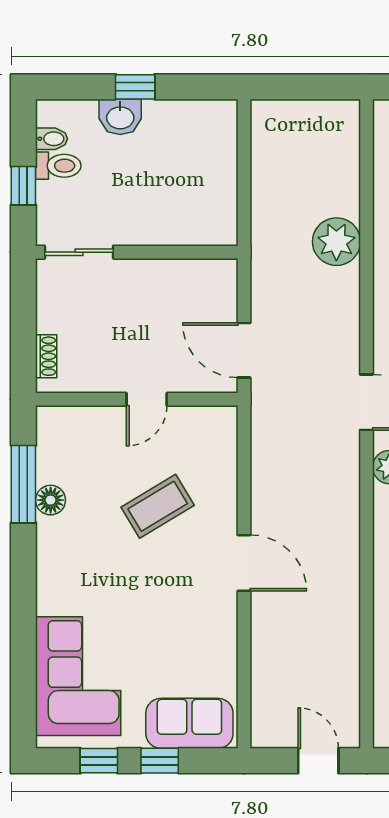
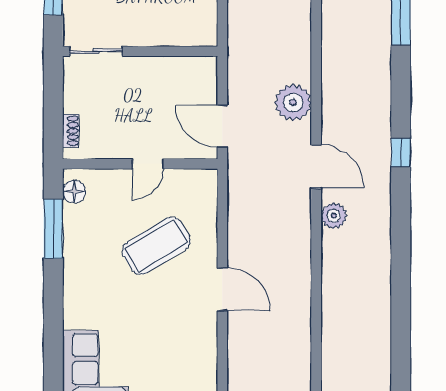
plant: (336, 242) -> (293, 103), moved
floor lamp: (51, 500) -> (74, 191), moved
coffee table: (158, 506) -> (156, 246), width x1.36, depth x1.32

